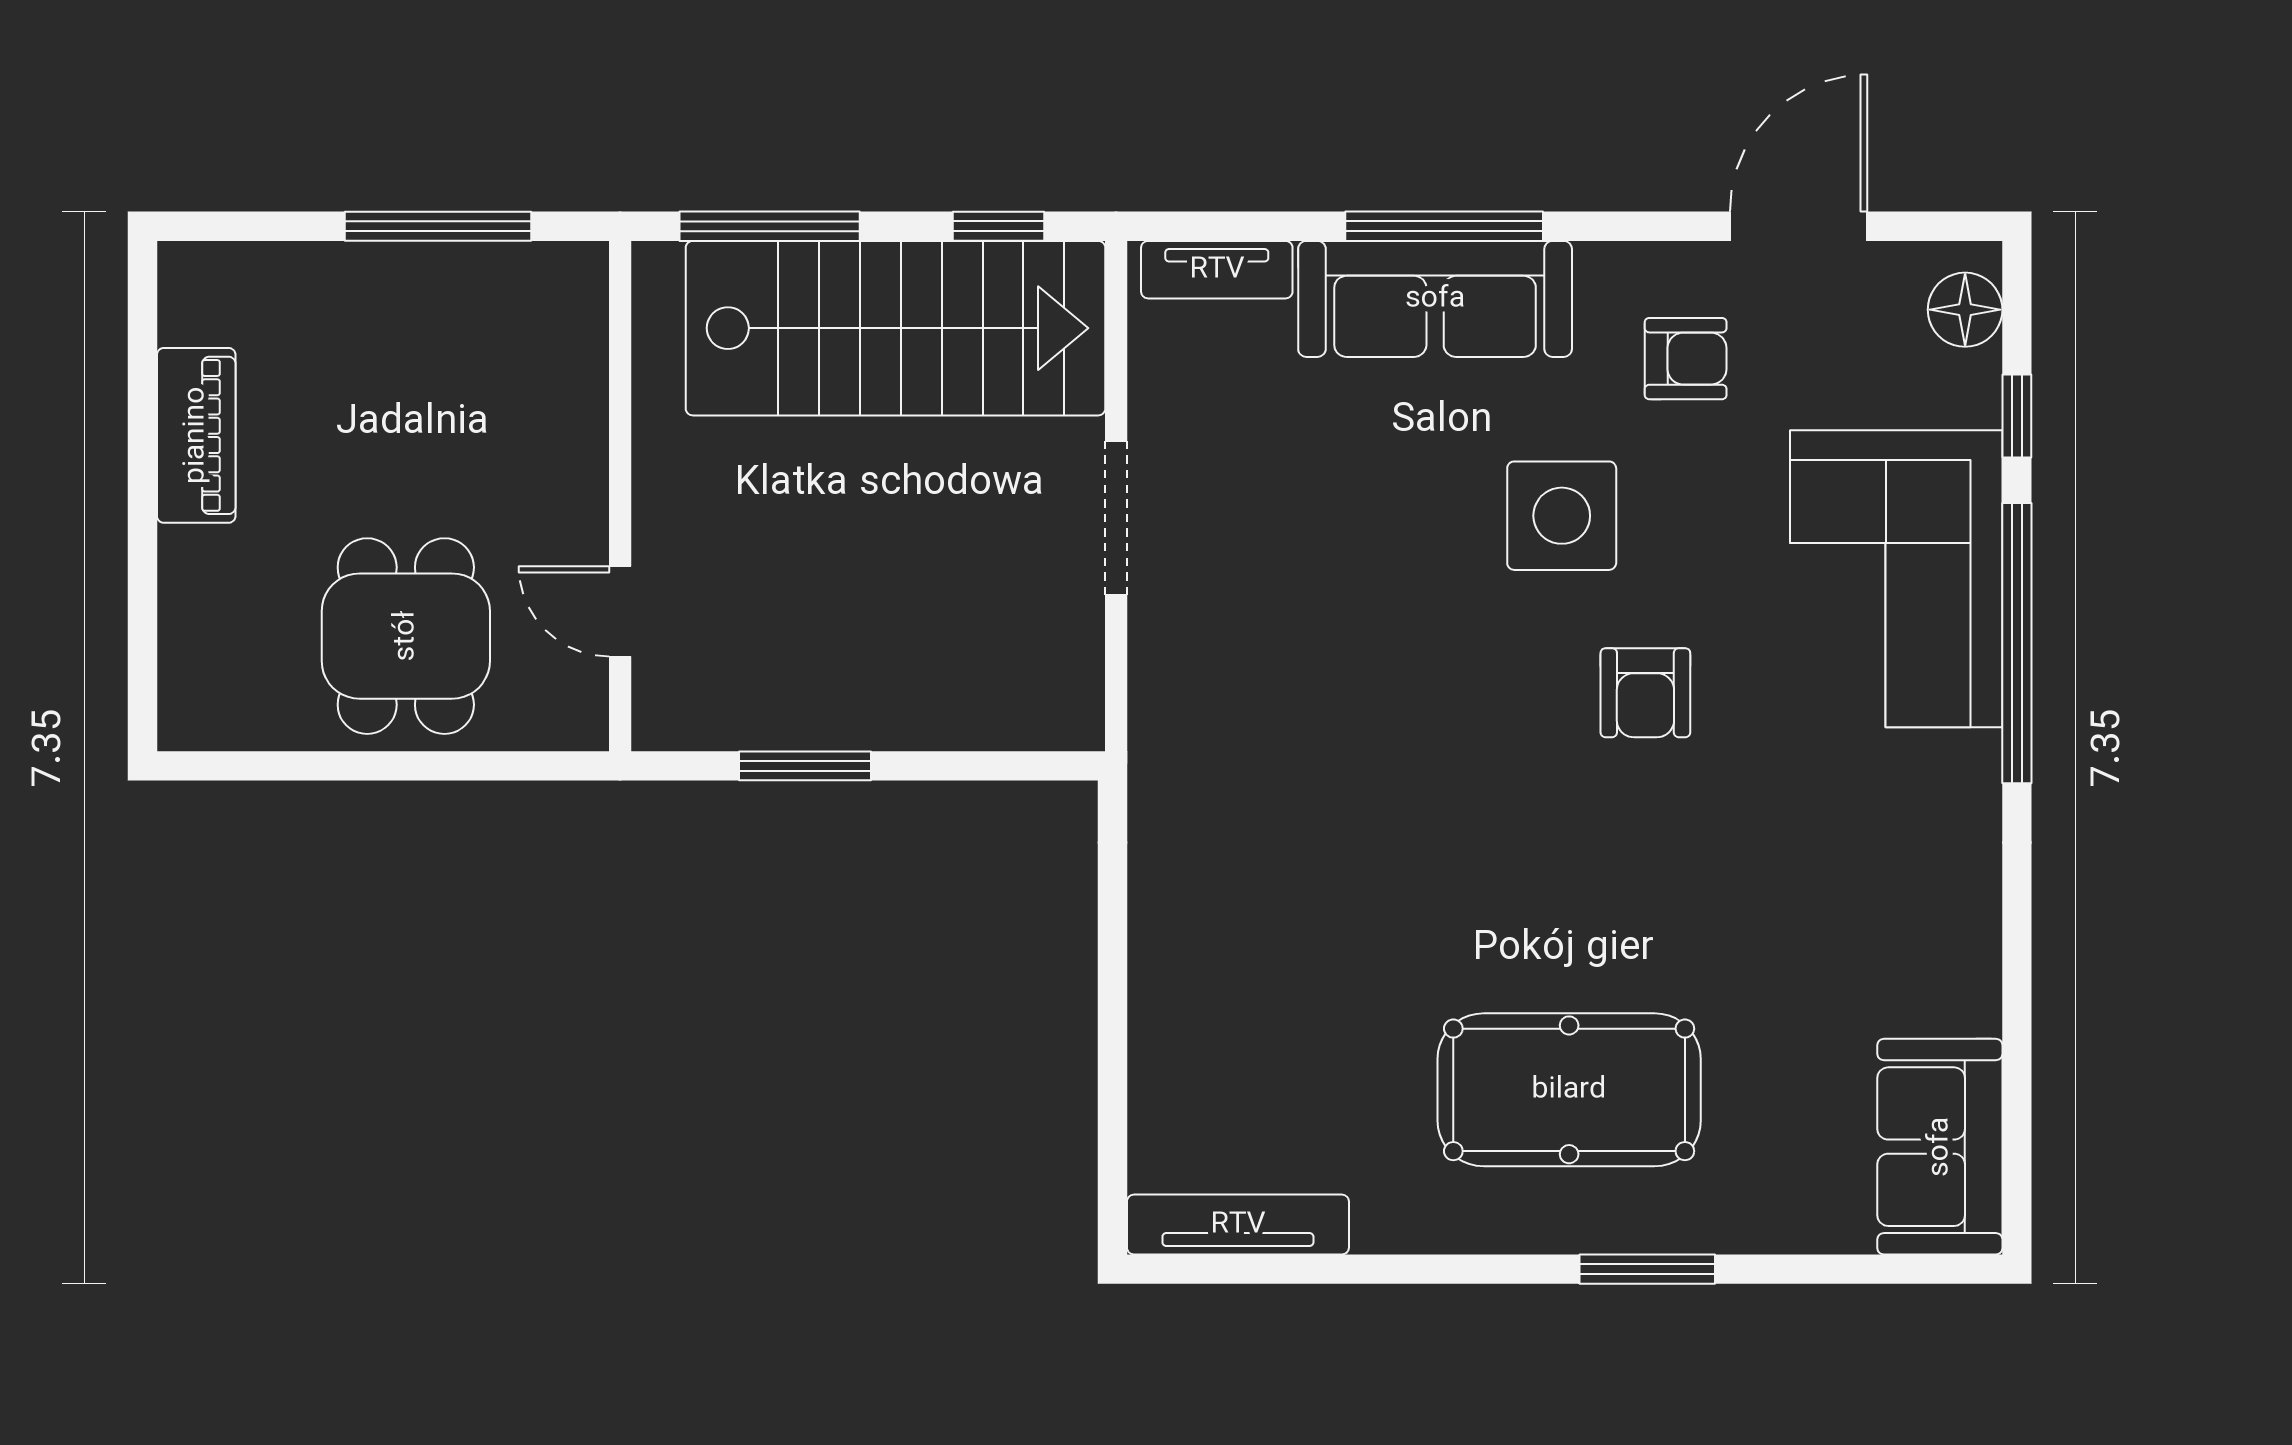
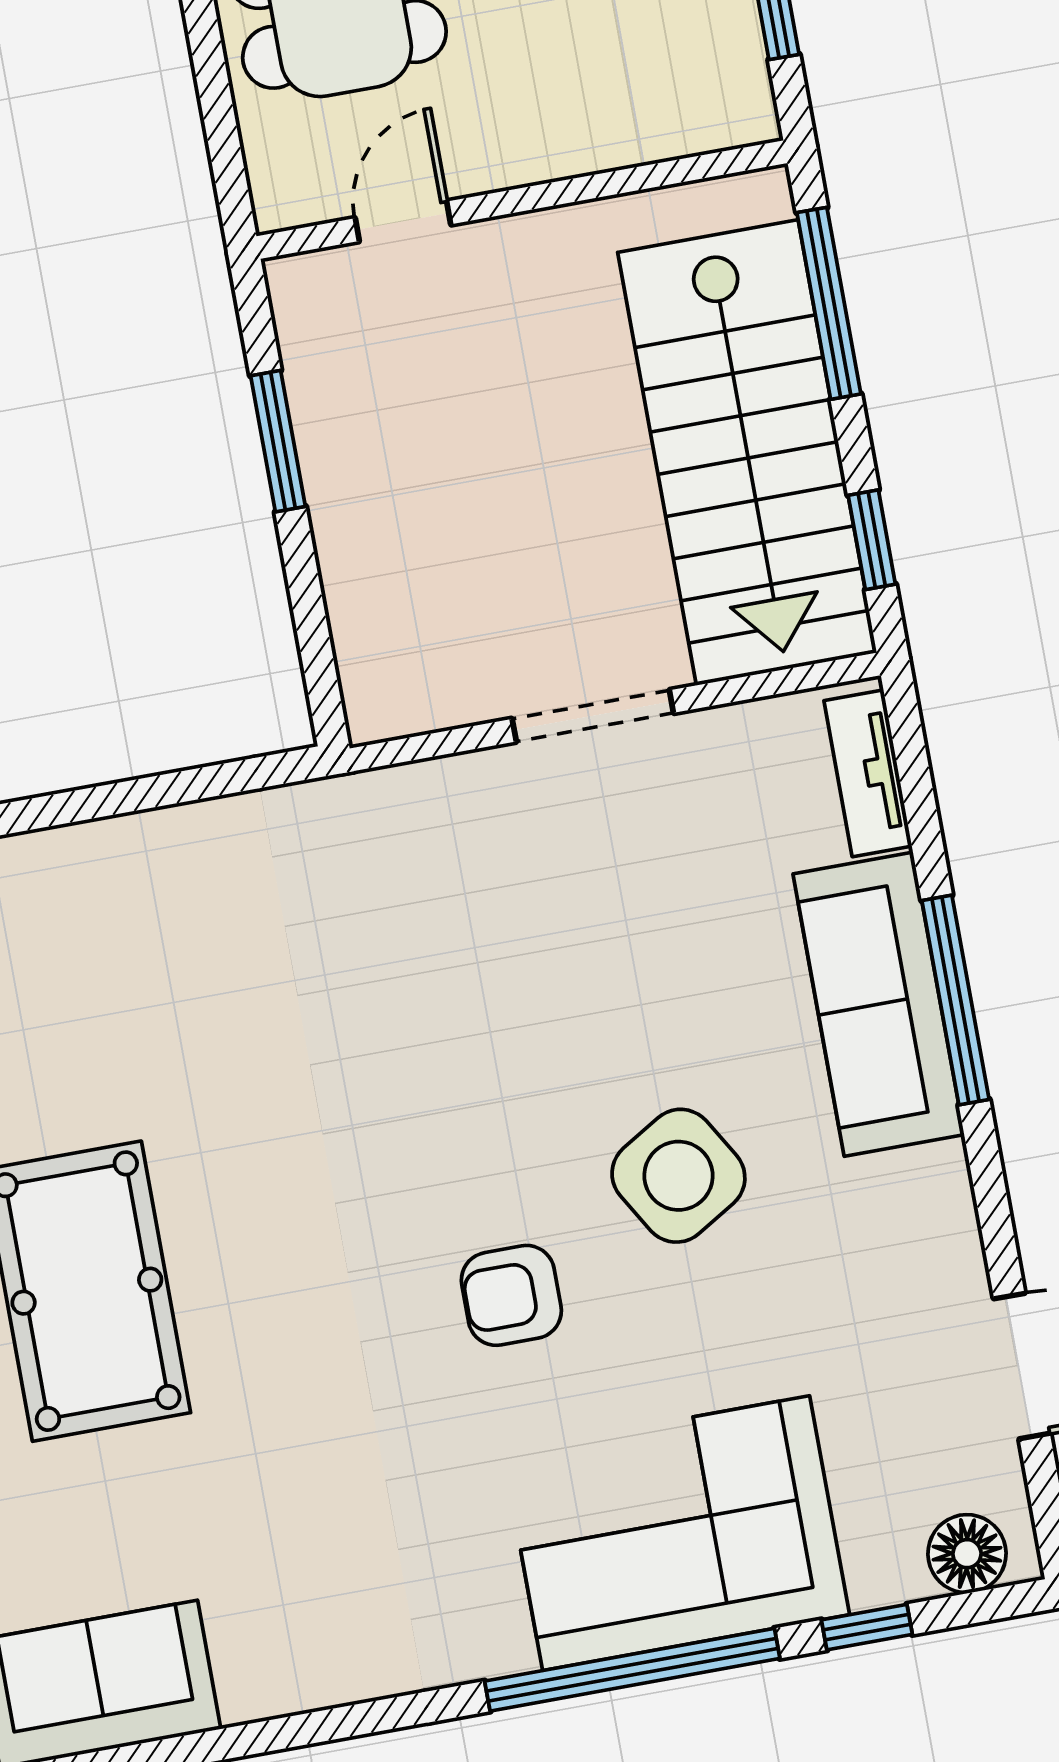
armchair: (1686, 359) -> (864, 1274), removed
side table: (1562, 516) -> (678, 1176), turned -31

